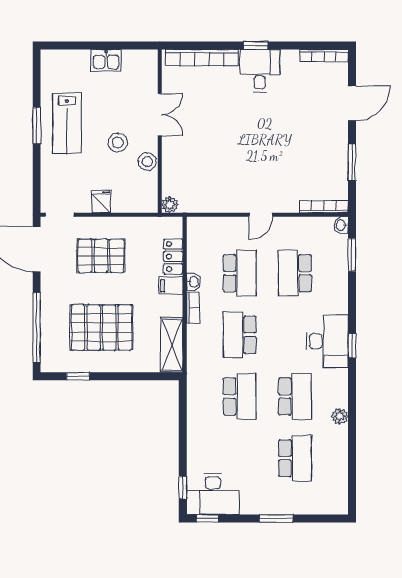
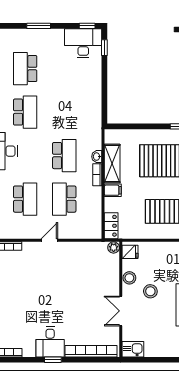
kitchen sink: (106, 60) -> (133, 349), moved
fridge: (101, 202) -> (130, 252), moved, turned -90
locker: (173, 257) -> (111, 226), moved
washbasin: (194, 282) -> (97, 157), moved
shelving: (172, 345) -> (112, 163), moved
school desk: (240, 396) -> (64, 112), removed
school desk: (295, 396) -> (25, 112), turned 180

